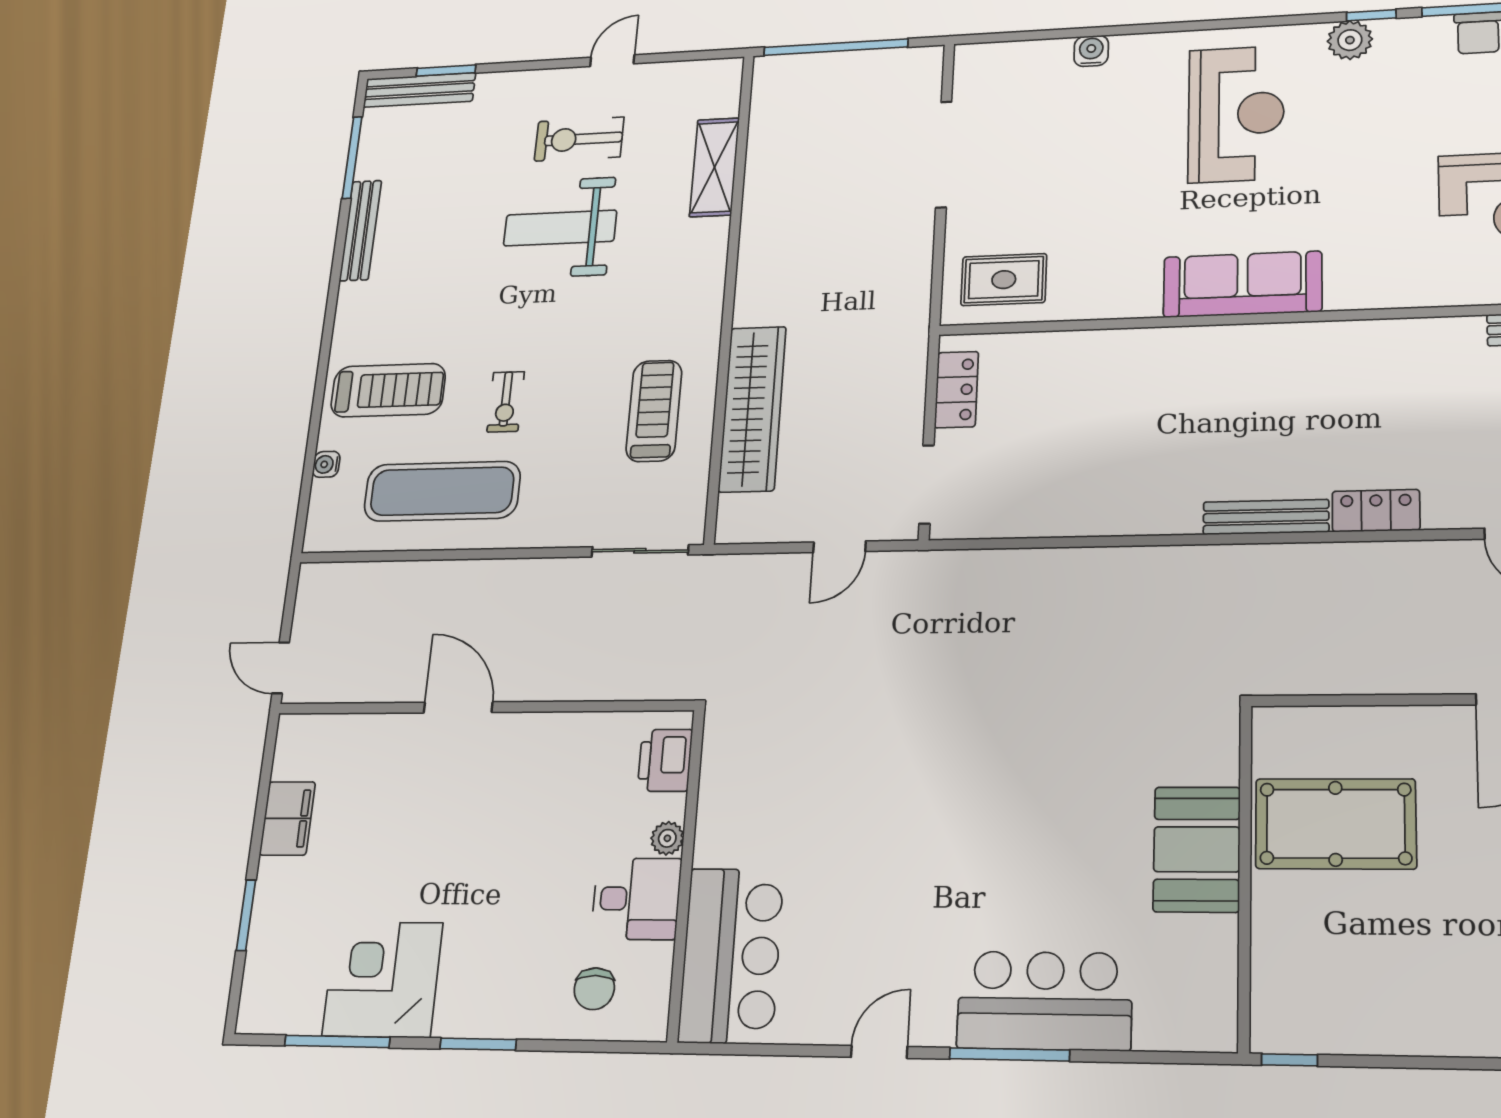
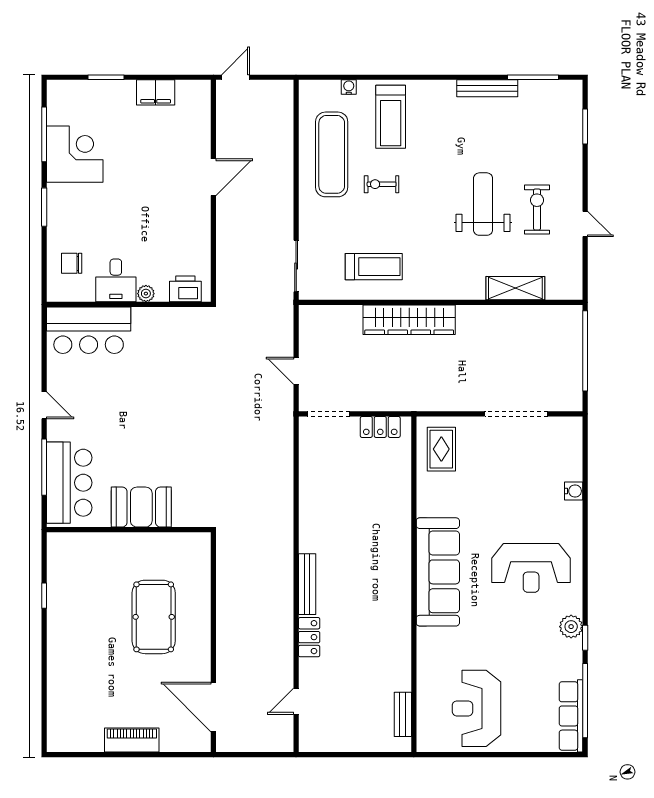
bench: (419, 90) -> (574, 112), removed
sofa: (1242, 284) -> (438, 572), width x1.36, depth x1.27
wardrobe: (752, 409) -> (409, 320), moved
booth: (1197, 849) -> (141, 507), moved
wall: (1245, 876) -> (129, 530), moved

